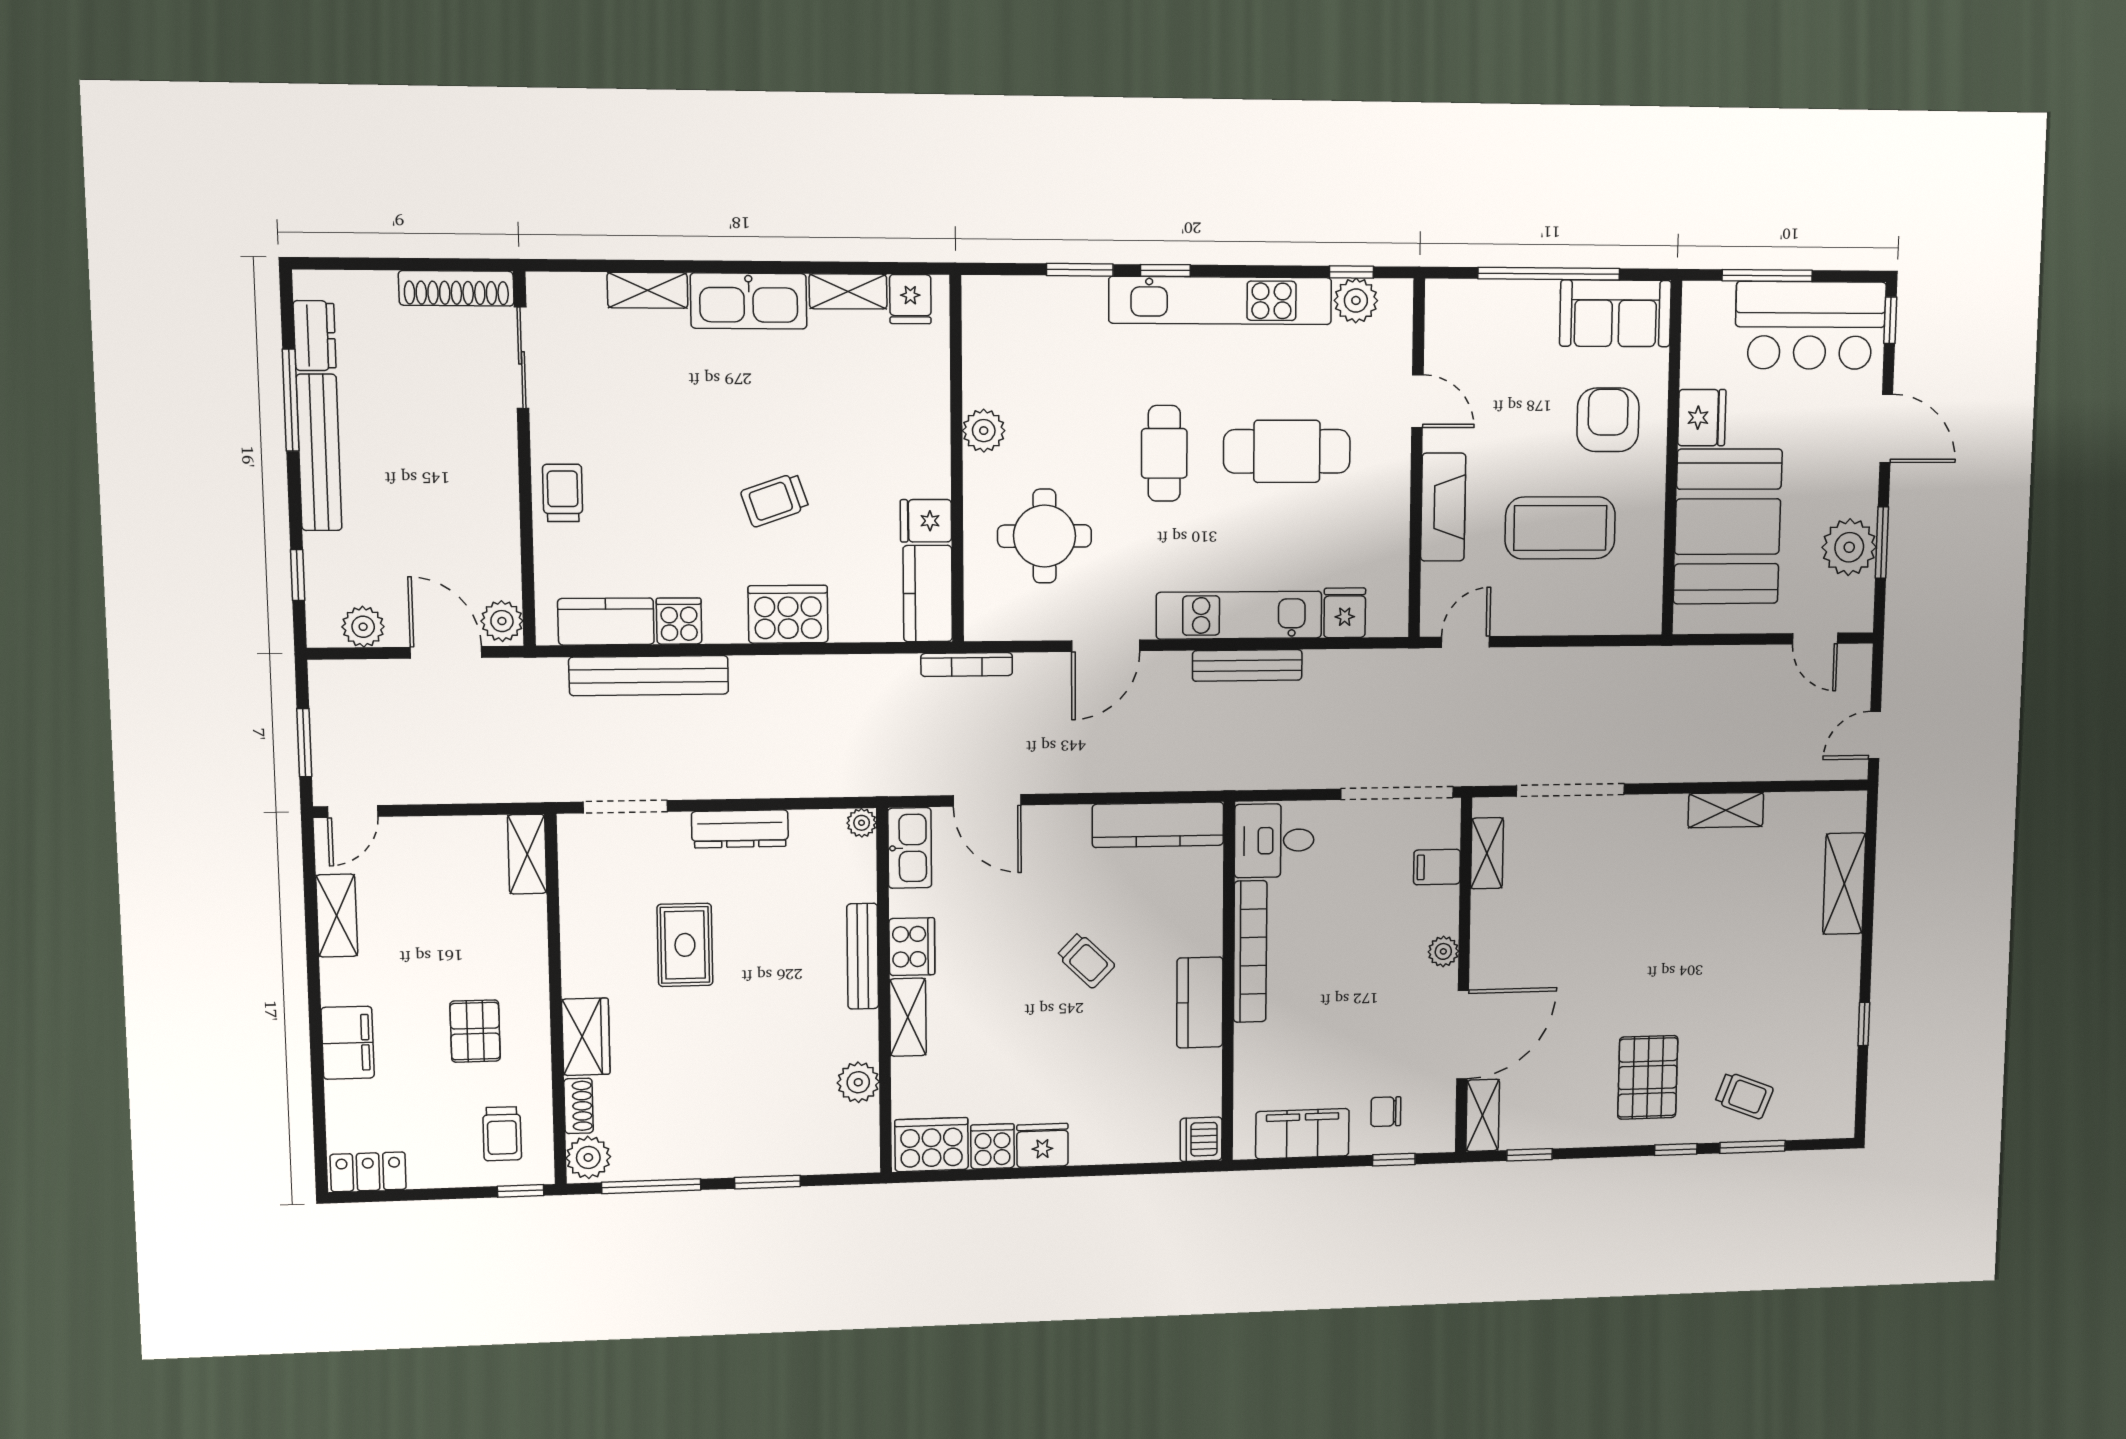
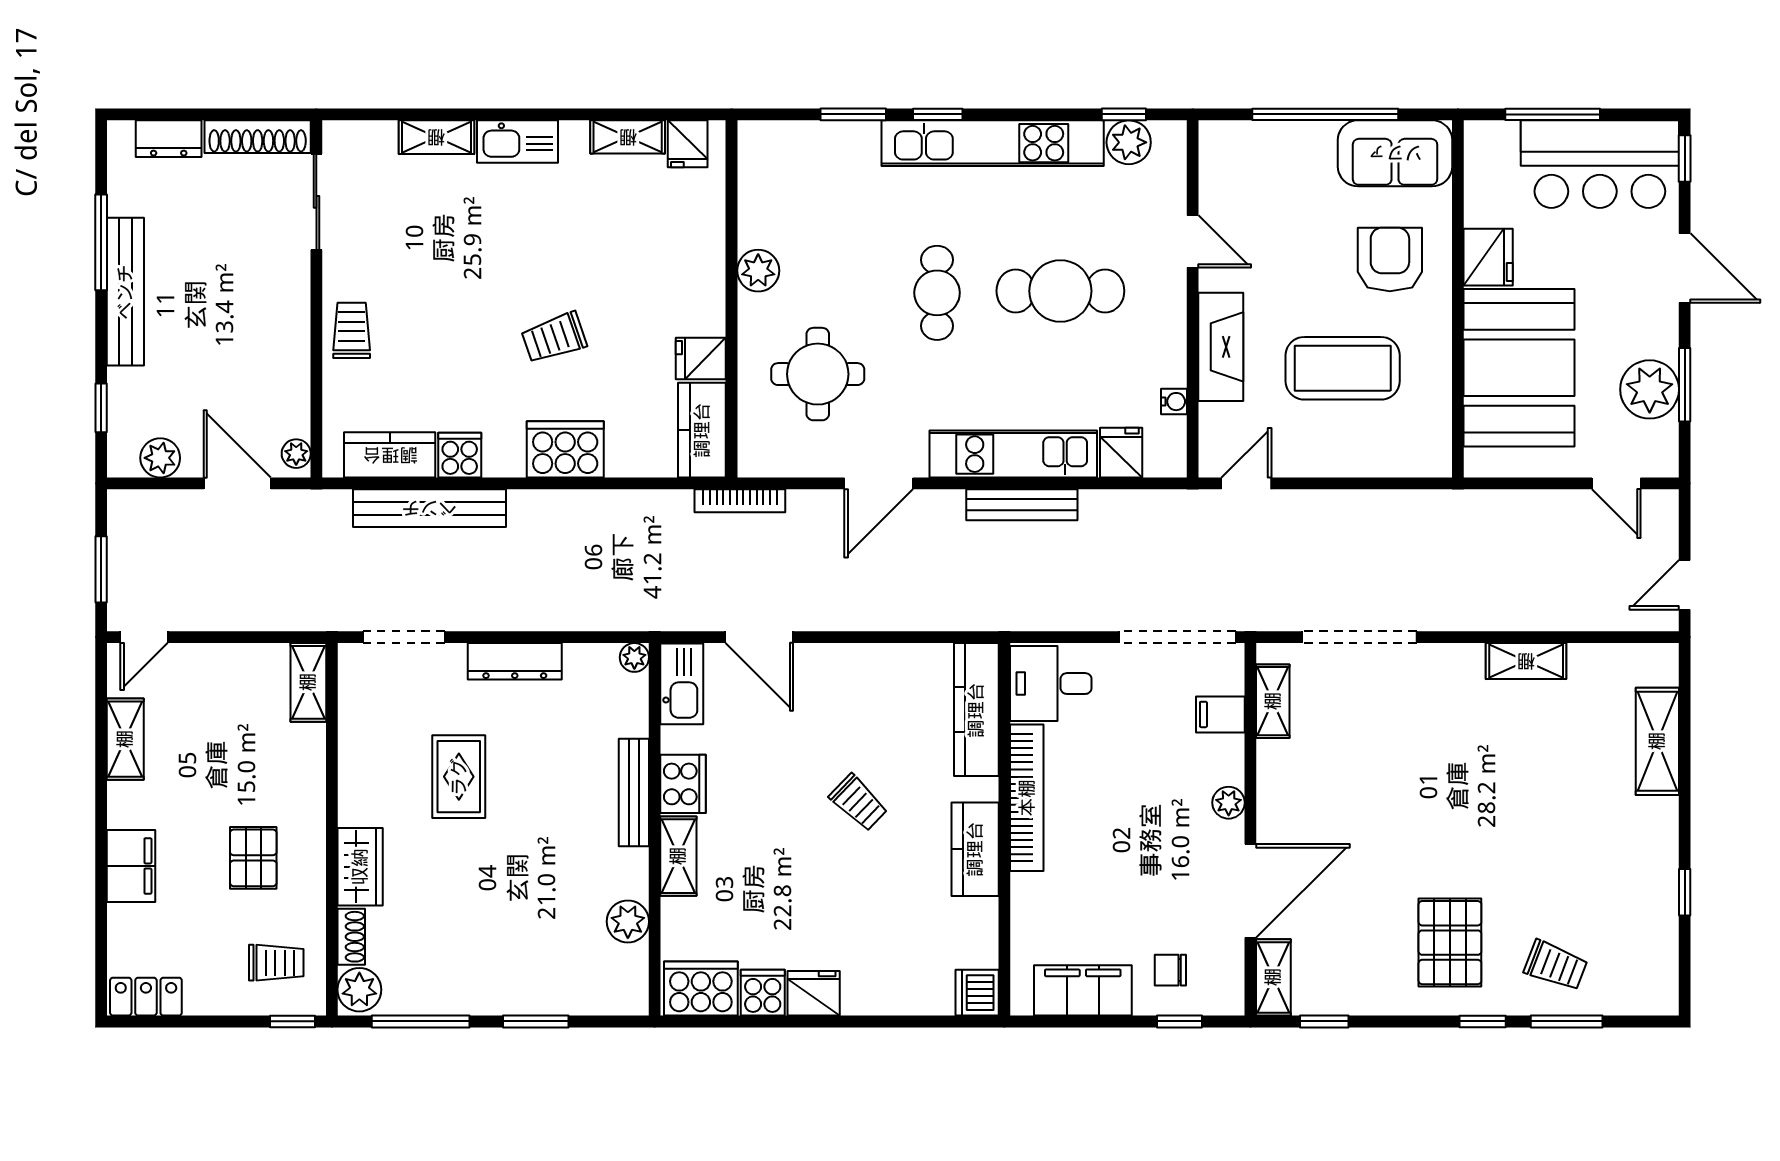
kitchen sink: (749, 301) -> (518, 142), width x0.73, depth x0.81
dresser: (315, 336) -> (169, 139), moved, turned 90
water cooler: (1397, 562) -> (1174, 402), added
plant: (502, 621) -> (296, 454), width x0.73, depth x0.73
kitchen counter: (1158, 825) -> (976, 710), moved, turned 90
trolley: (502, 1134) -> (276, 963), turned -90

